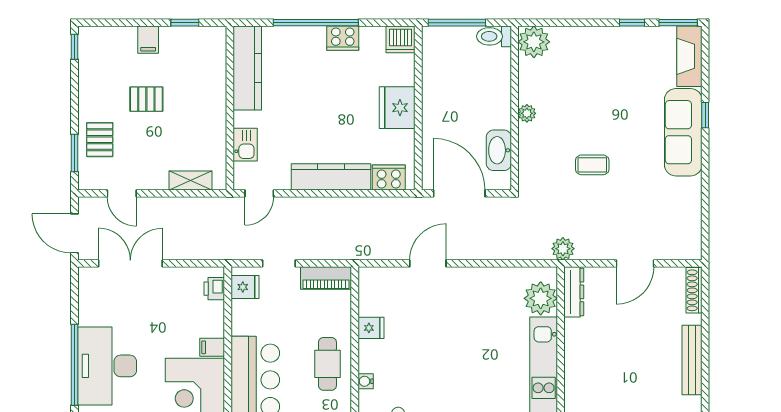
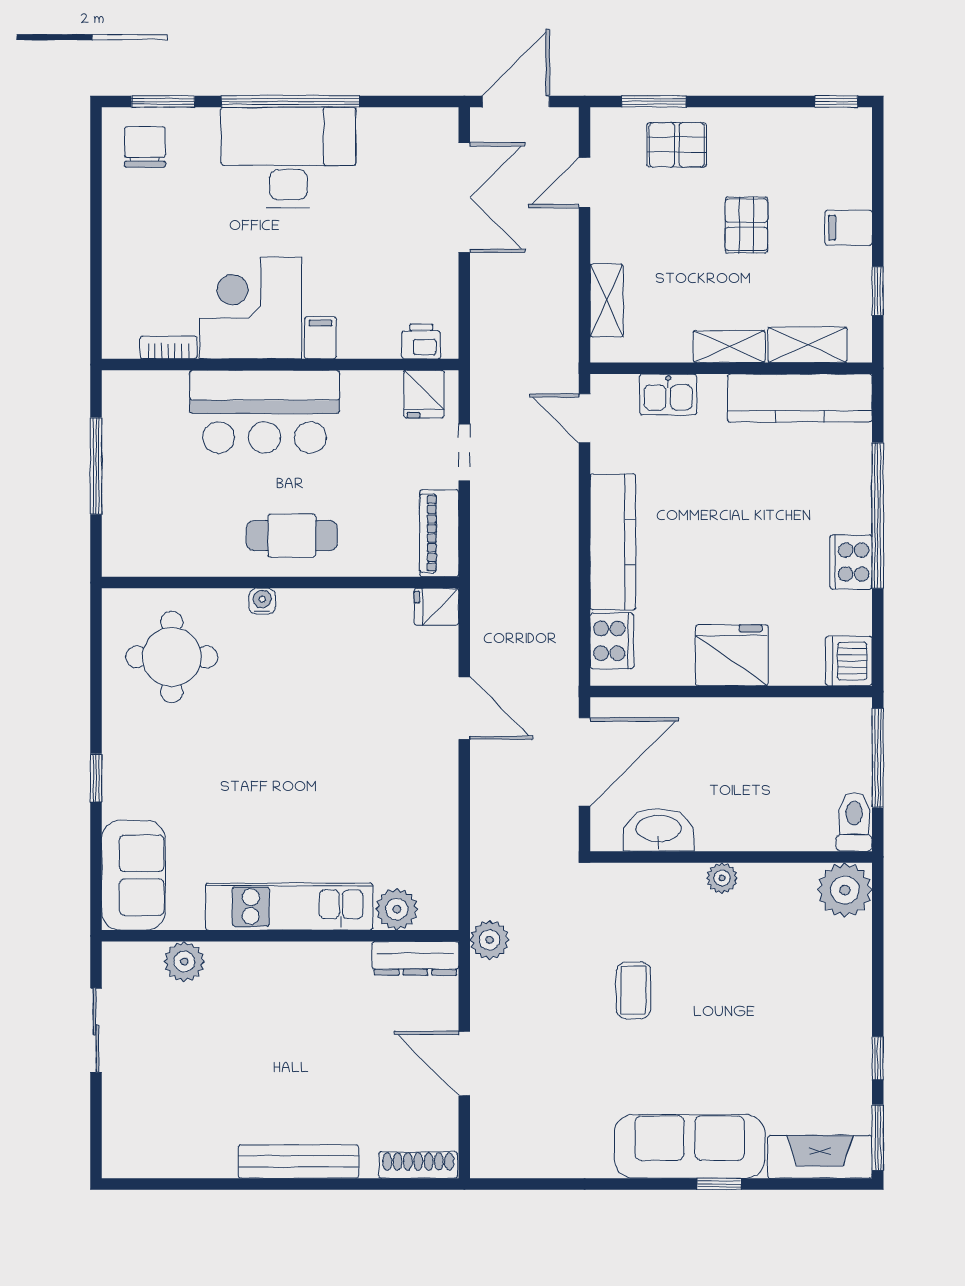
shelving: (216, 64) -> (807, 345), added
shelving: (217, 109) -> (729, 347), added
plant: (541, 298) -> (397, 909), width x0.73, depth x0.73
fridge: (371, 328) -> (437, 607), moved, turned 90

